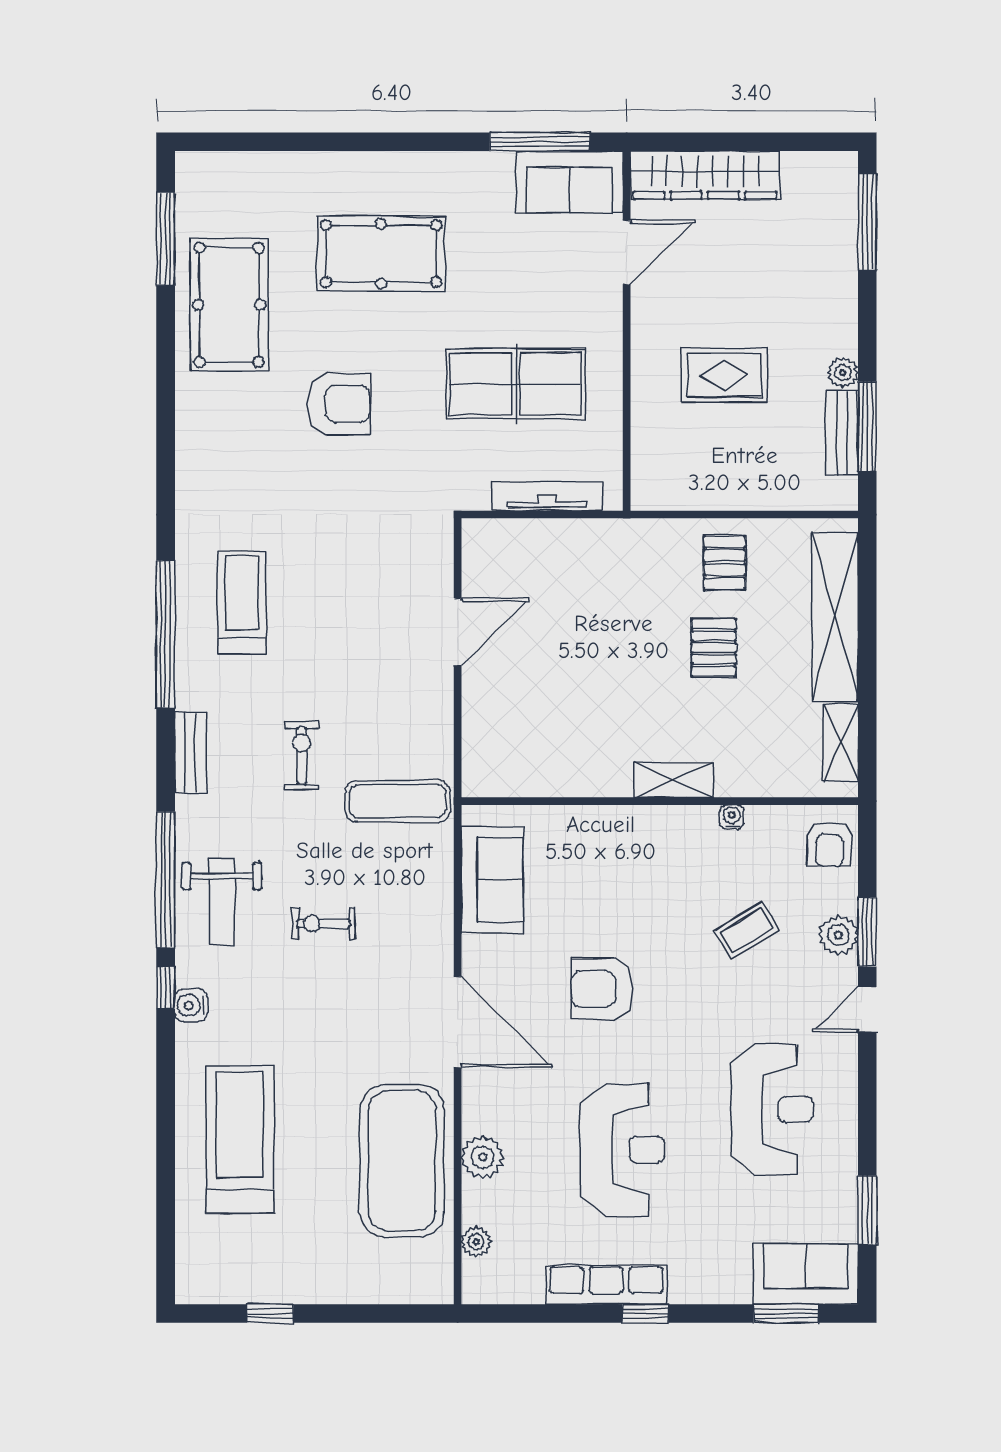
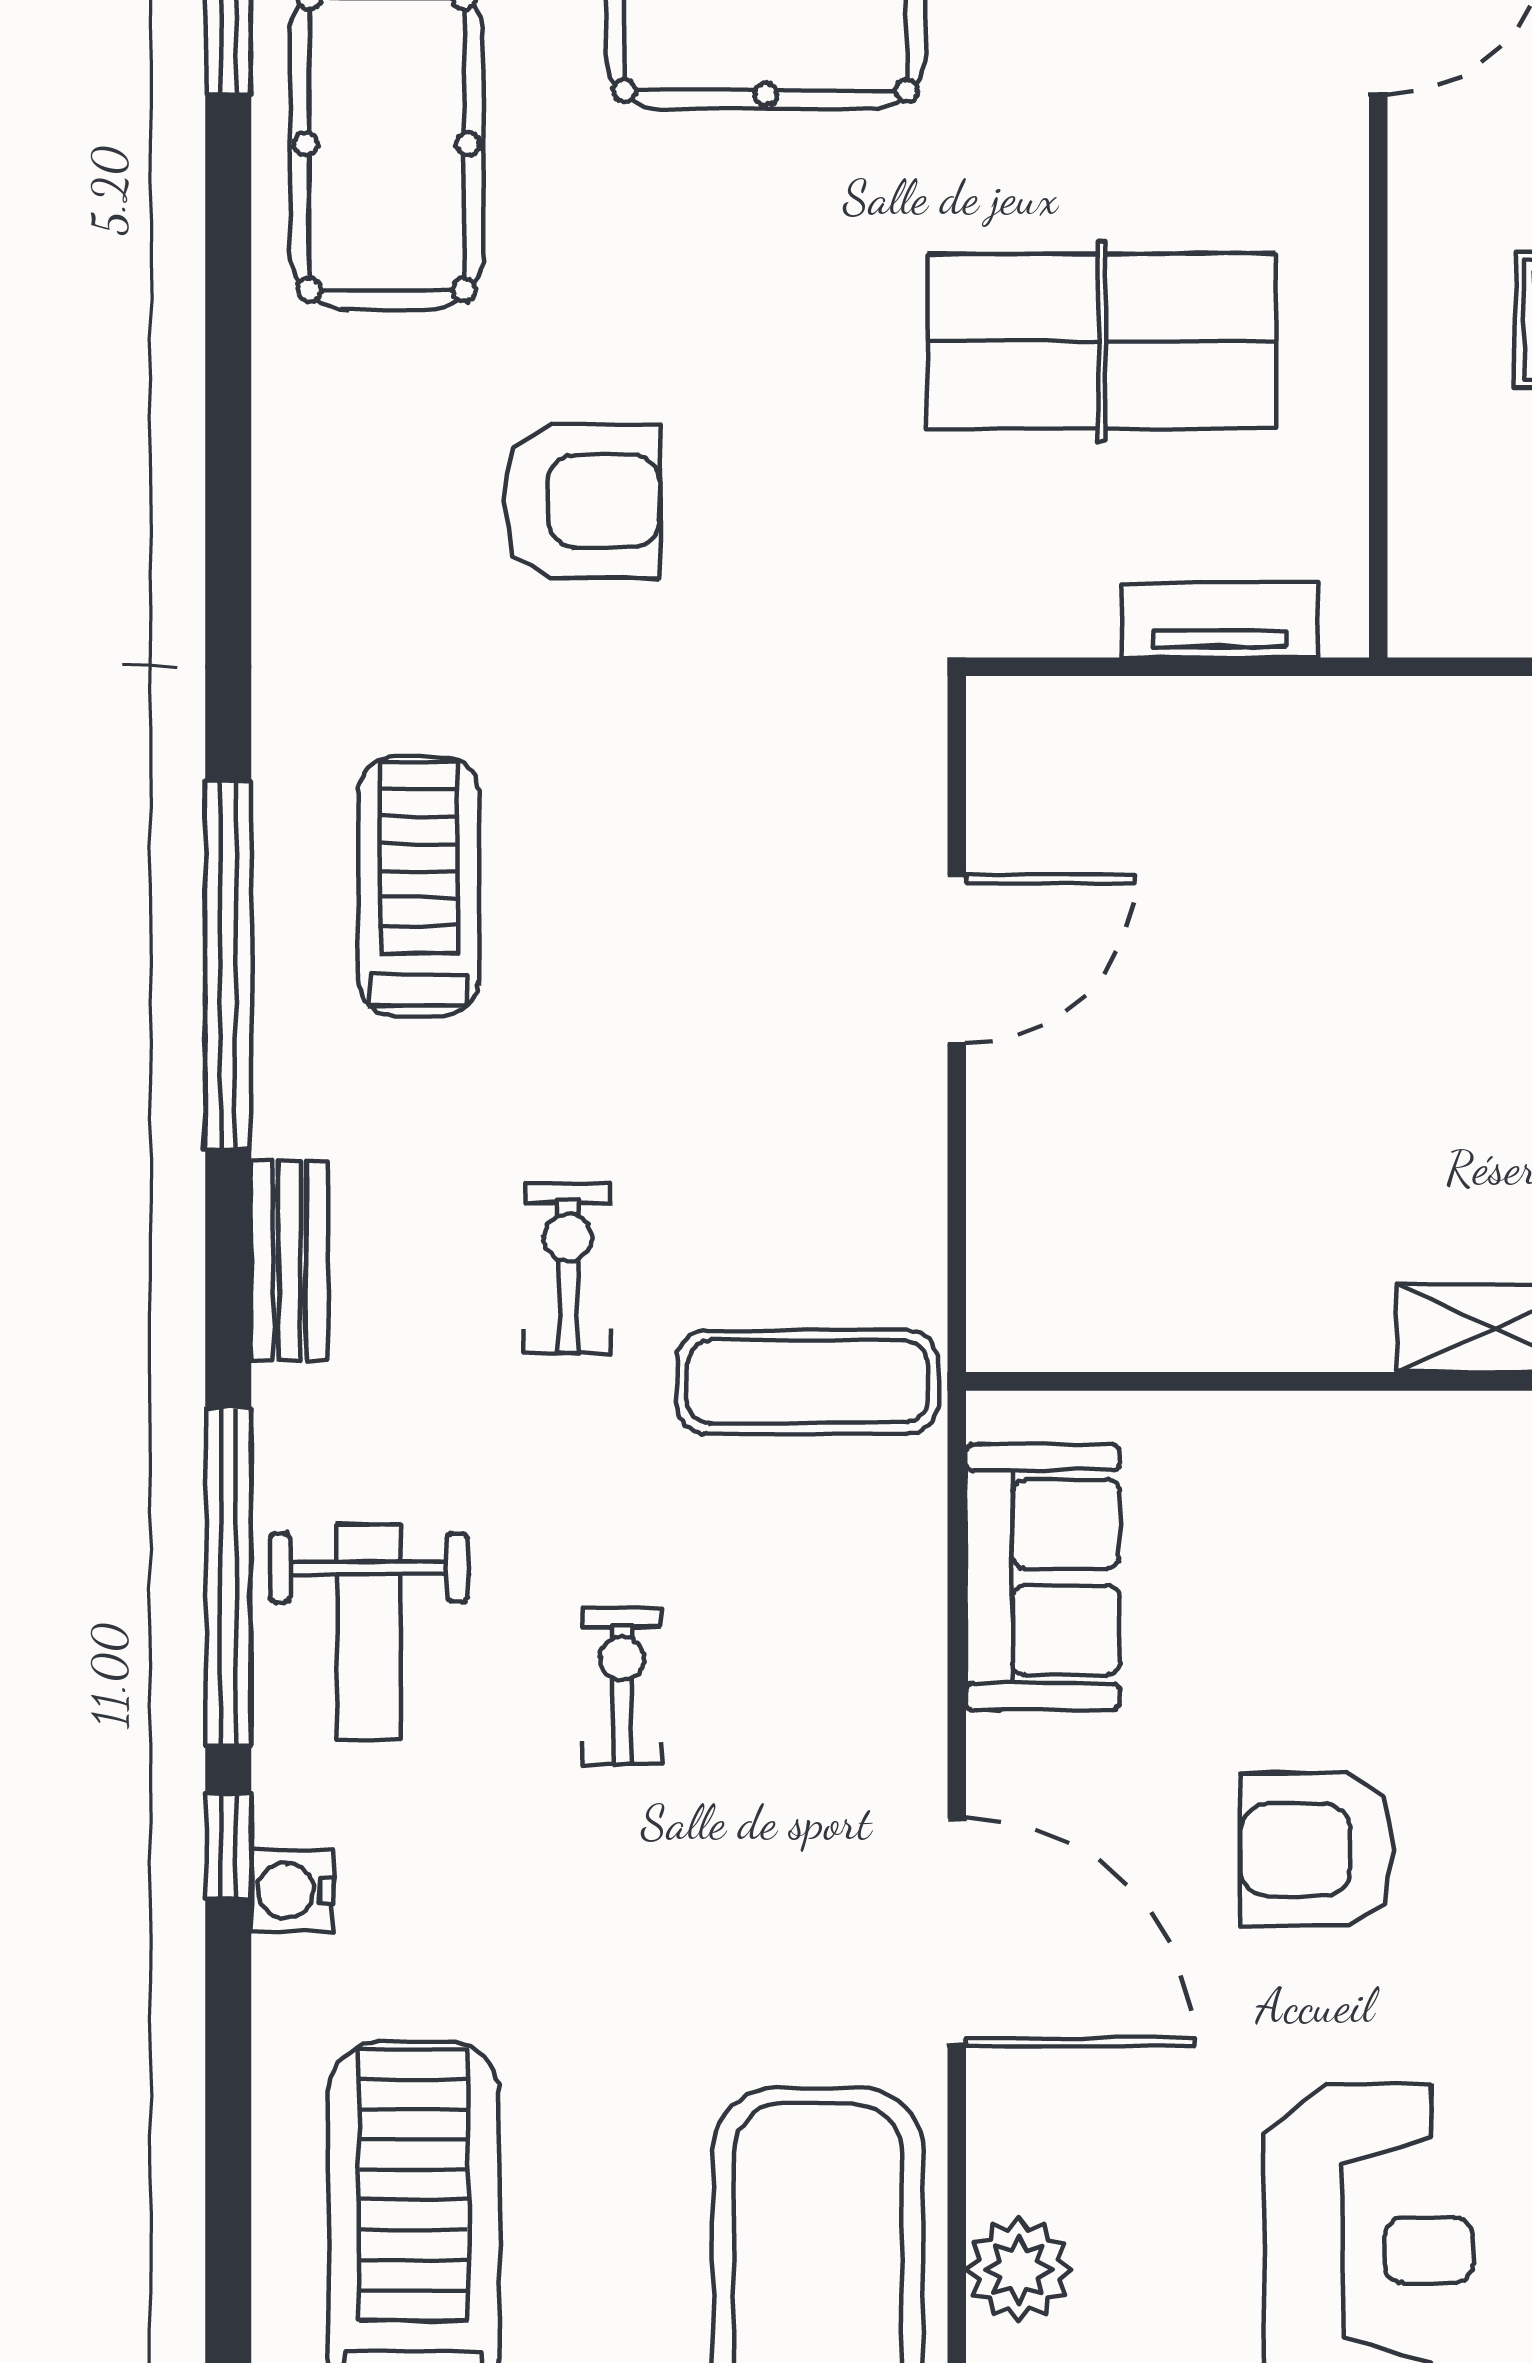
armchair: (339, 404) -> (582, 501), moved
tv unit: (547, 496) -> (1220, 620), width x0.71
exercise bike: (323, 923) -> (622, 1686), turned 90

